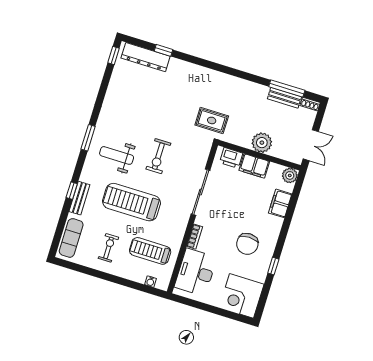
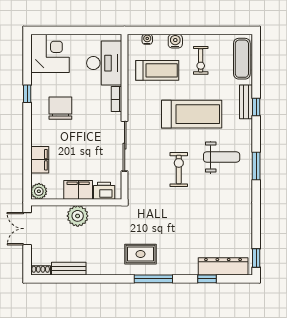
window: (287, 88) -> (153, 279), moved
rug: (212, 120) -> (141, 254), moved
water cooler: (126, 272) -> (175, 41), added

